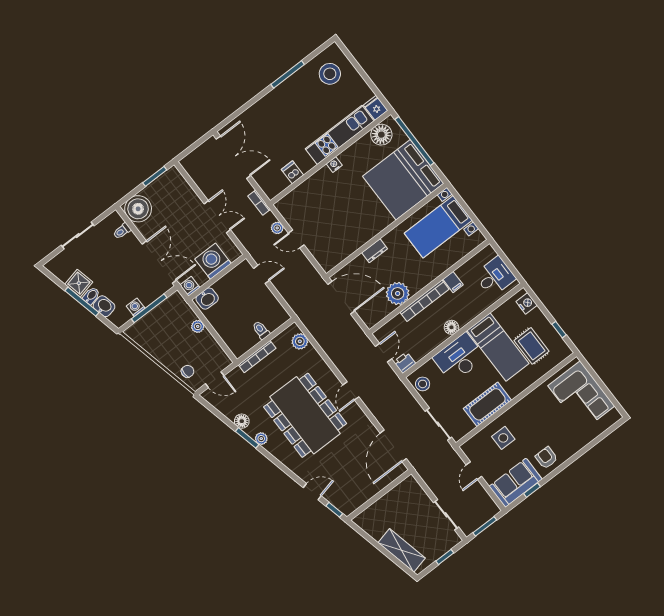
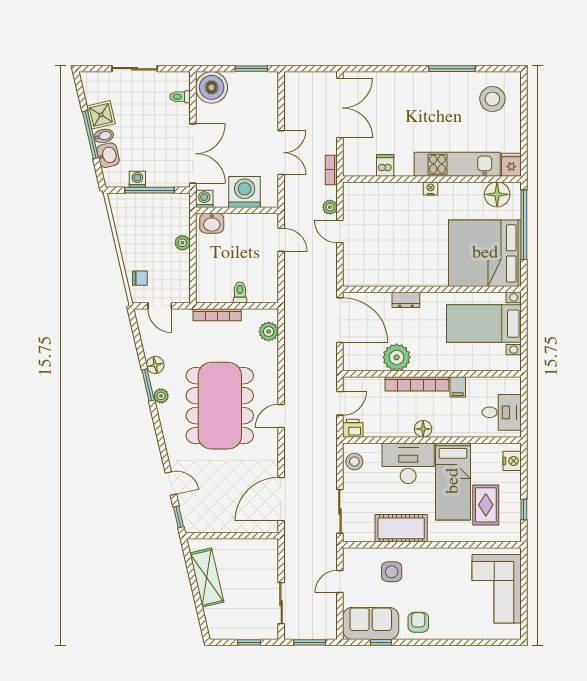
shelving: (402, 550) -> (207, 578), moved

